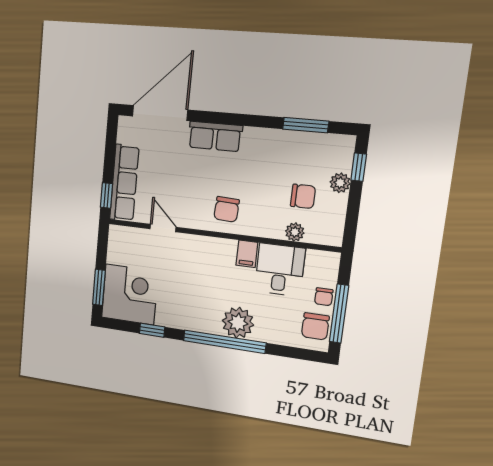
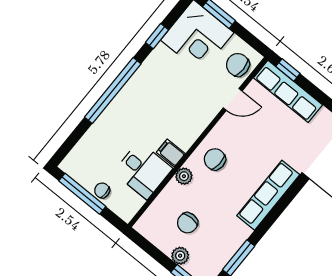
row of seats: (215, 136) -> (268, 195), width x1.48
plant: (295, 232) -> (184, 176), moved
plant: (238, 323) -> (121, 111), removed
chair: (315, 326) -> (238, 65), moved

